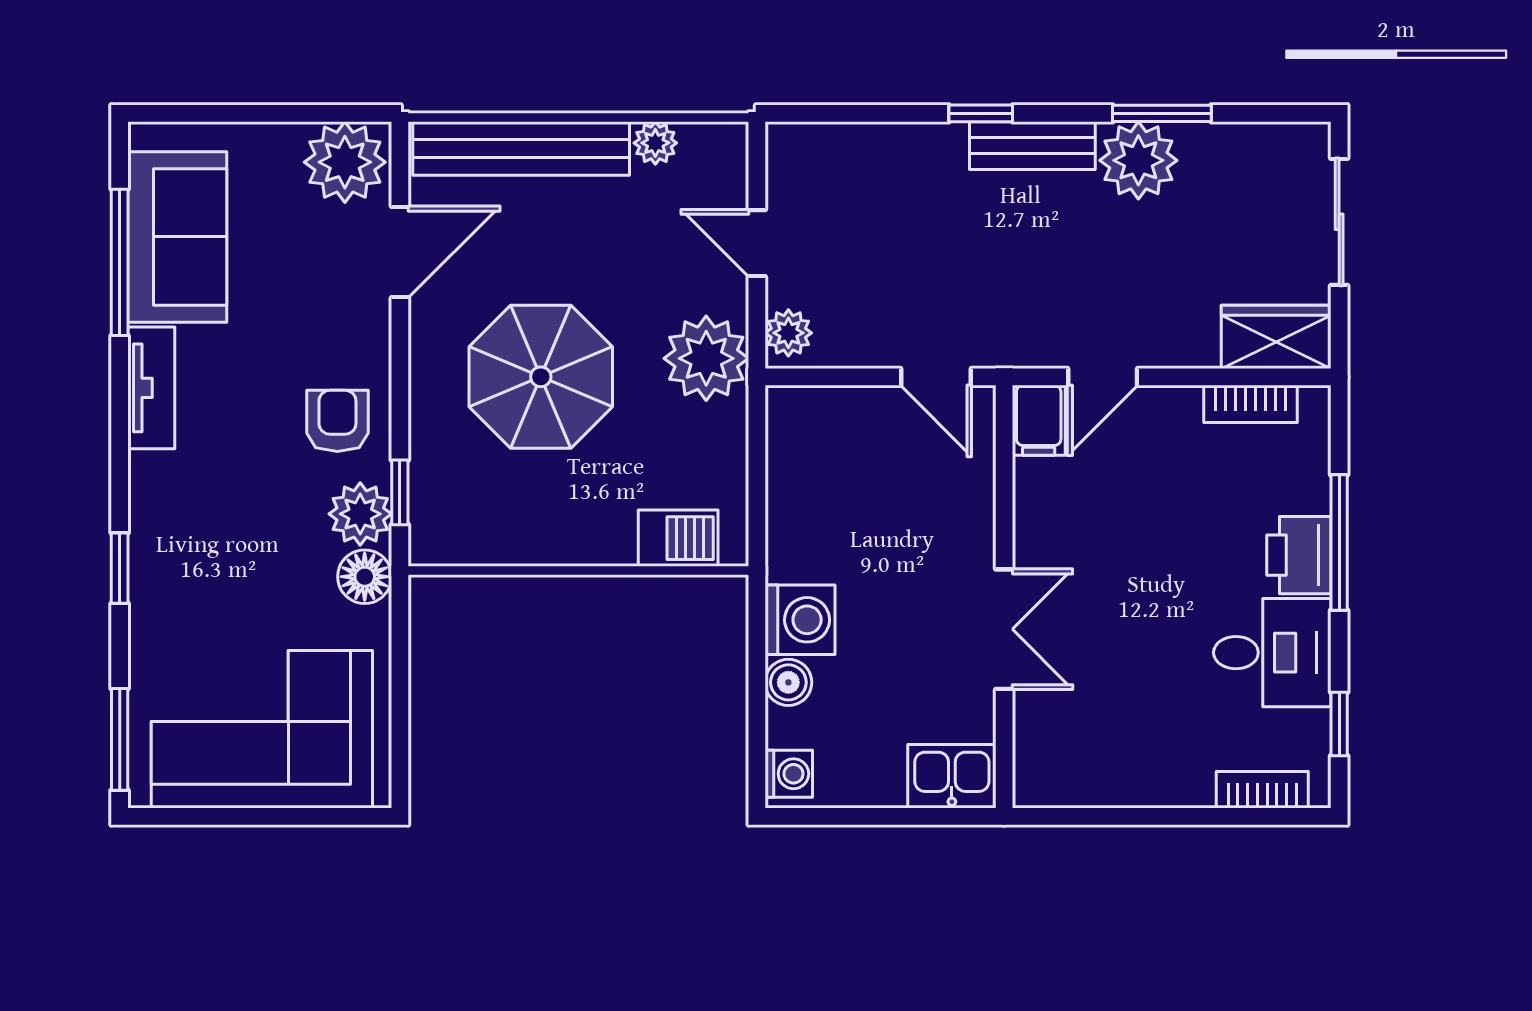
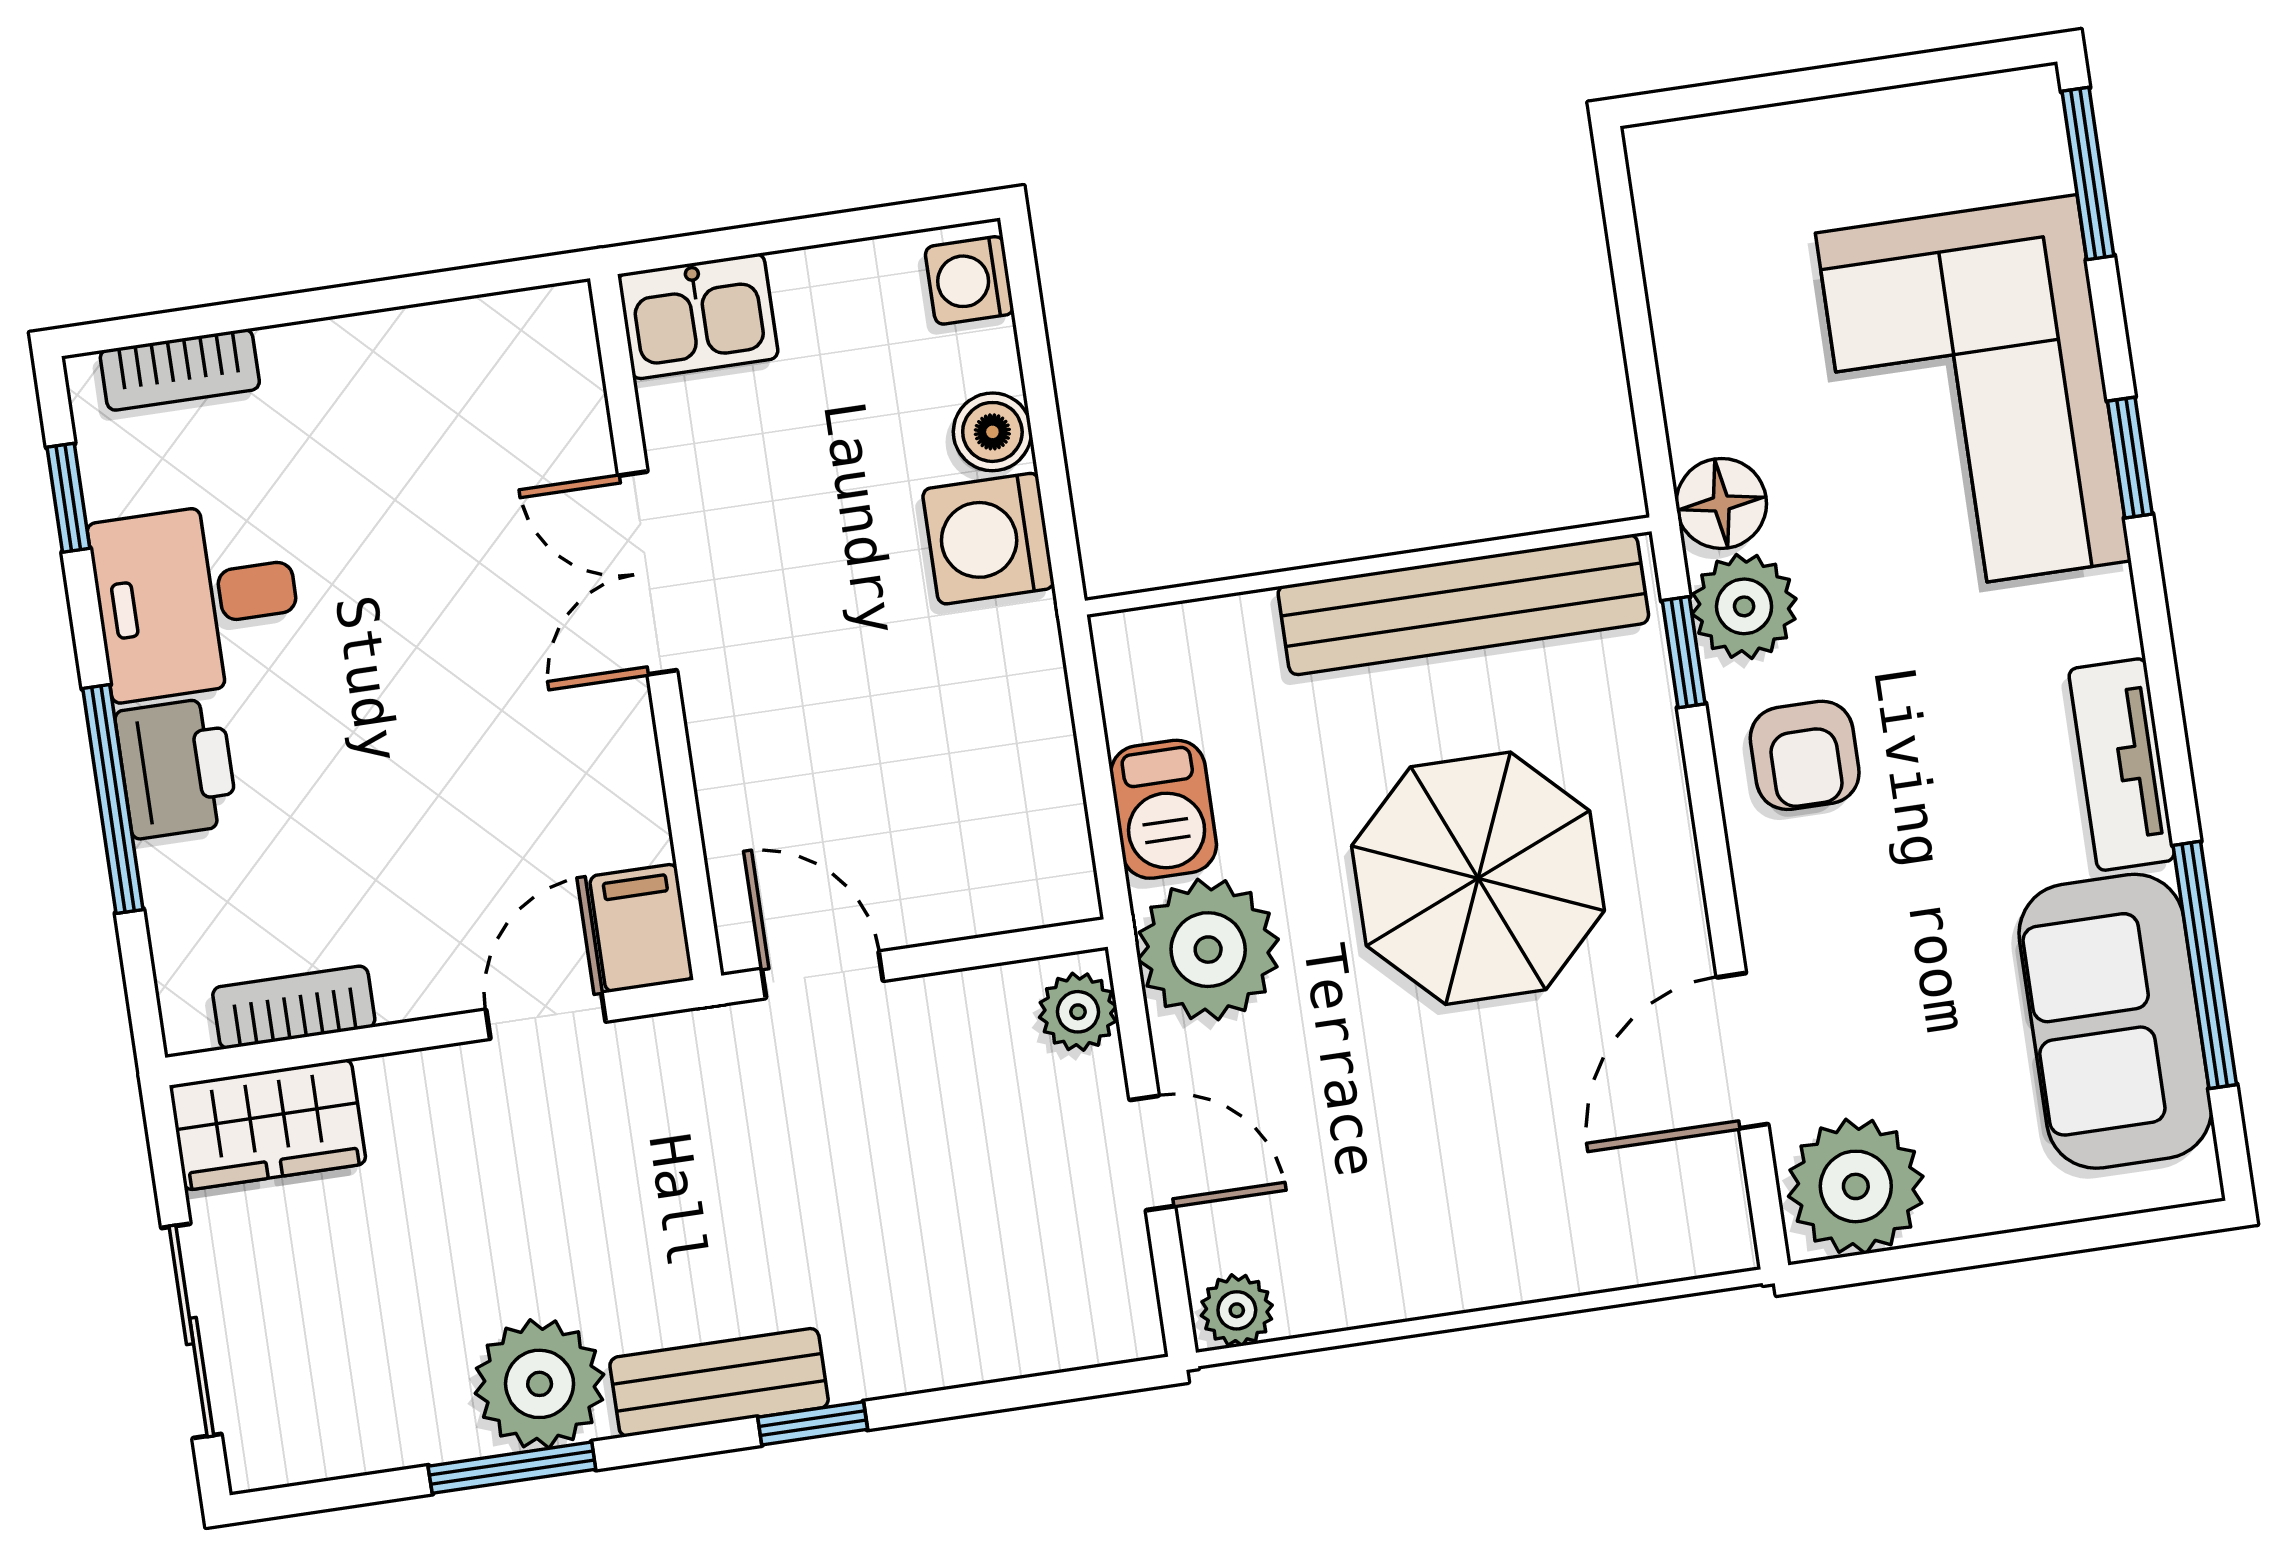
plant: (655, 143) -> (1237, 1310), moved
bench: (521, 148) -> (1463, 605), moved
barbecue: (678, 538) -> (1163, 809), moved, turned -90
corner sofa: (262, 729) -> (1973, 397), moved, turned 90

